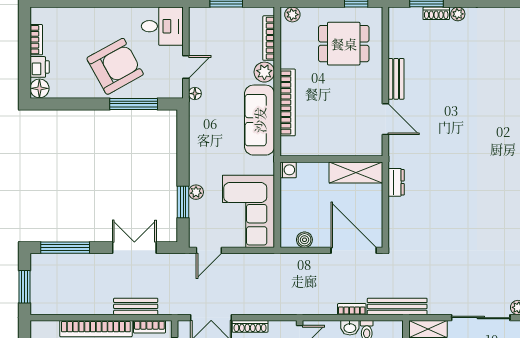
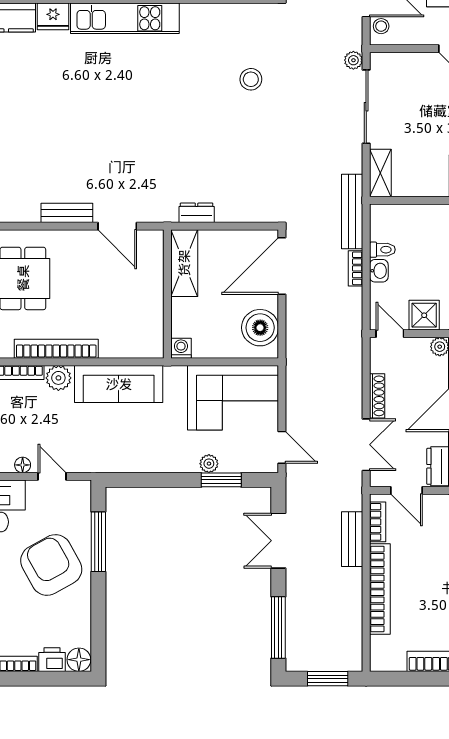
floor lamp: (195, 94) -> (23, 465), moved
bookcase: (288, 102) -> (56, 349), moved
door: (385, 119) -> (117, 226), swing flipped
stool: (503, 226) -> (251, 79), added
boiler: (304, 240) -> (260, 328), width x1.86, depth x1.86

